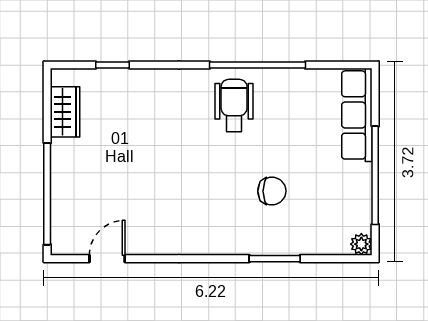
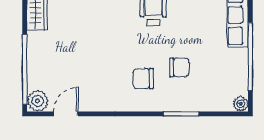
chair: (219, 208) -> (143, 79), added
plant: (66, 240) -> (38, 101), added

